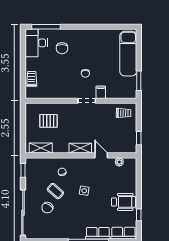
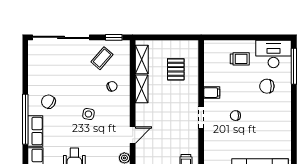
trolley: (32, 79) -> (240, 59), moved
filing cabinet: (101, 92) -> (212, 93), moved
shelving: (80, 148) -> (142, 89), moved
coffee table: (55, 191) -> (102, 58), moved
chair: (47, 208) -> (48, 102), moved

